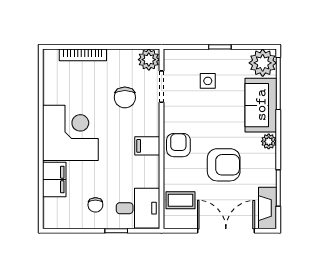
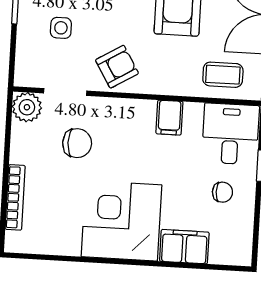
armchair: (178, 145) -> (117, 67), moved, turned 149
filing cabinet: (147, 146) -> (169, 118), moved
coffee table: (181, 200) -> (223, 75), turned 90

